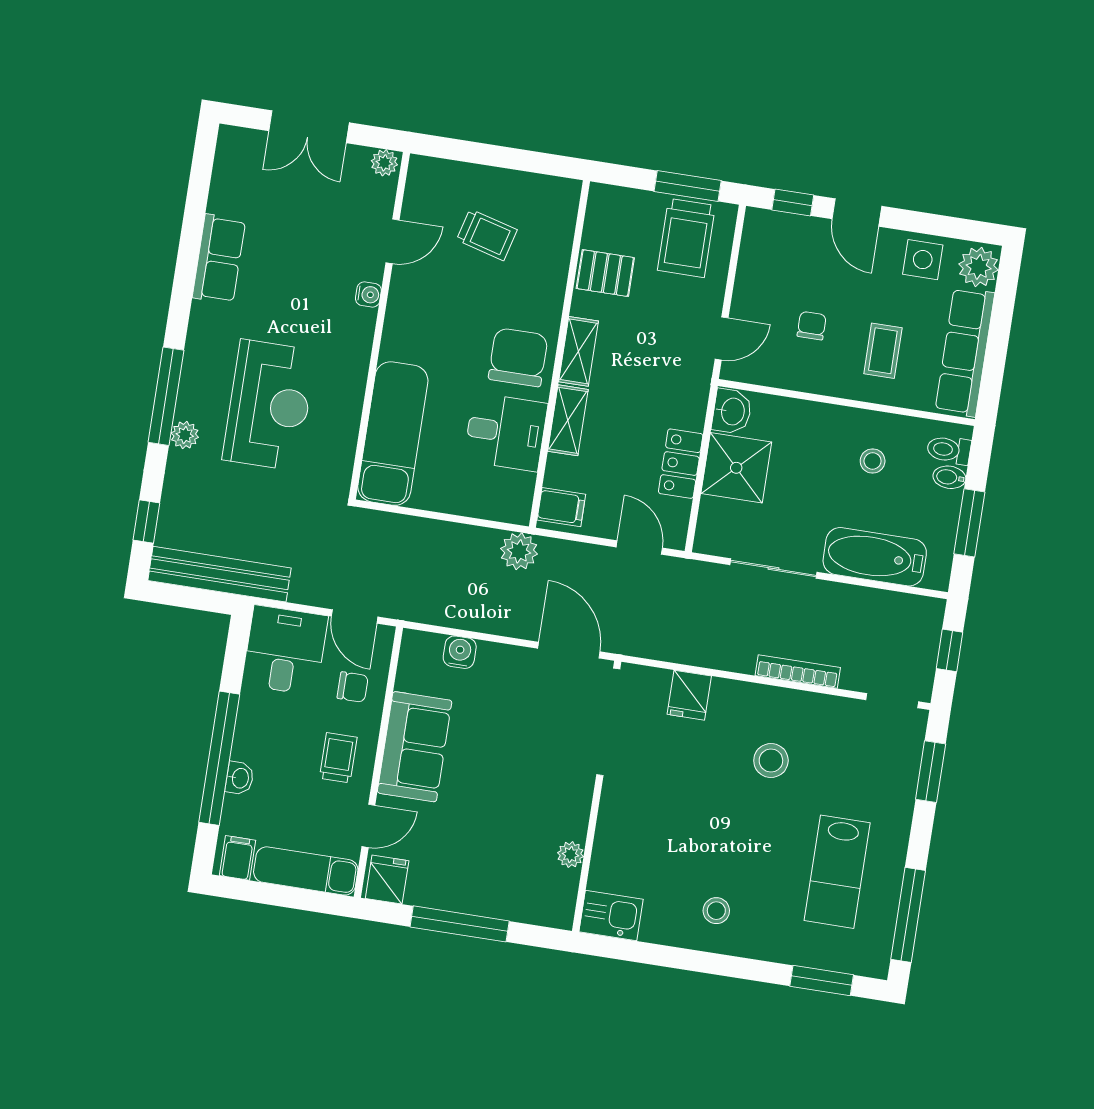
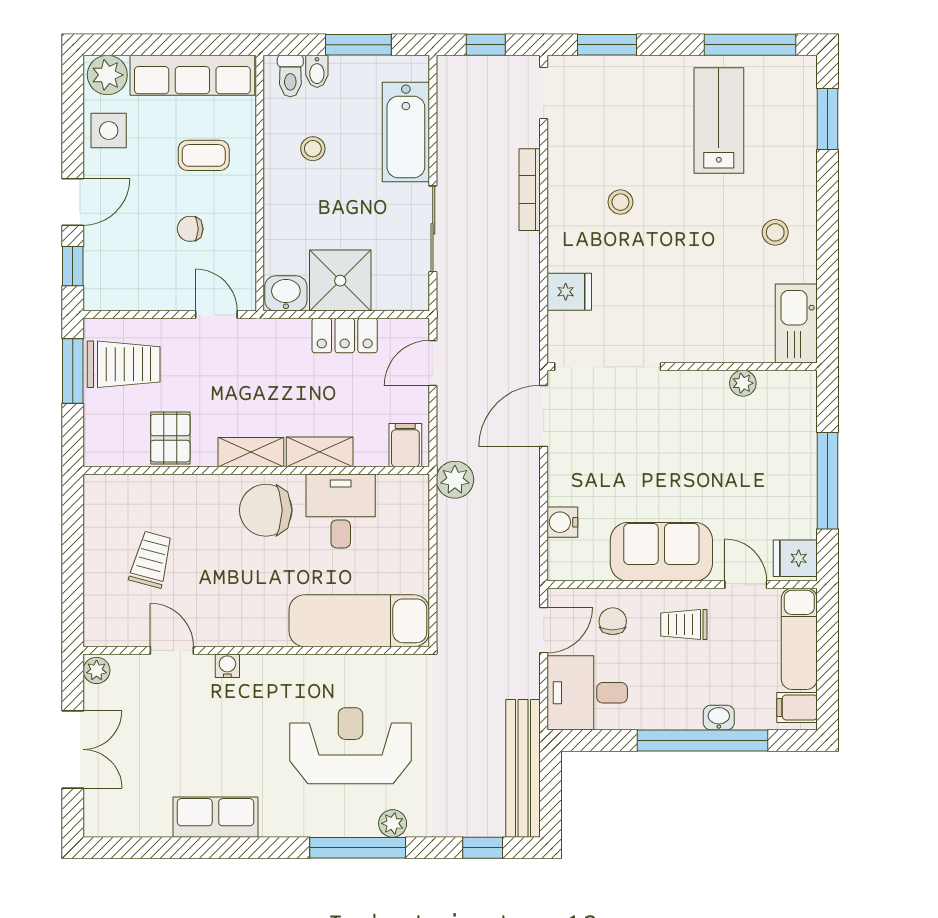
stool: (771, 761) -> (620, 202), width x0.73, depth x0.73
lab bench: (837, 872) -> (719, 121), turned -90
kitchen sink: (611, 916) -> (796, 324), width x1.38

